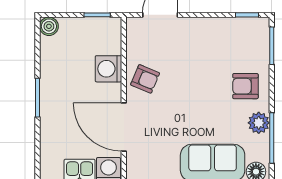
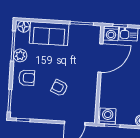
washing machine: (109, 69) -> (108, 116), moved, turned -90
armchair: (145, 79) -> (59, 88), moved
door: (124, 127) -> (100, 58), hinge flipped

